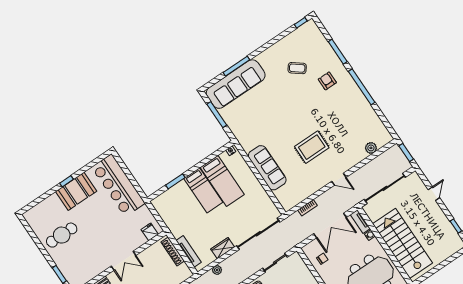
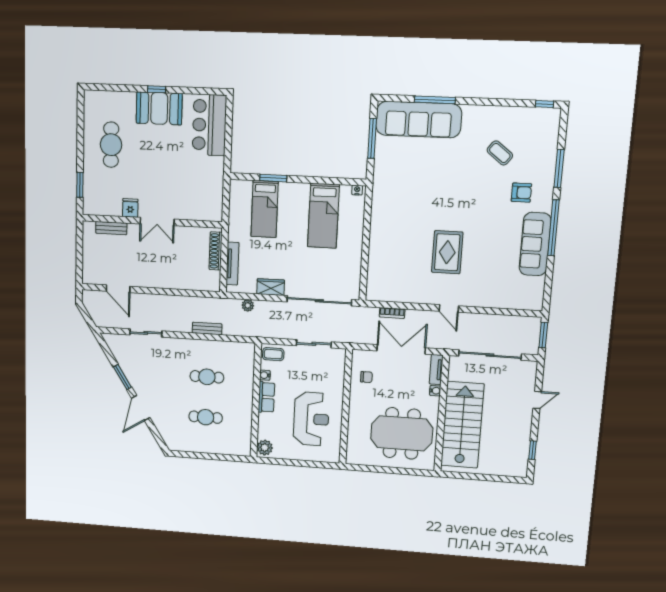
armchair: (327, 81) -> (521, 193), turned 90
rug: (312, 147) -> (447, 252), turned 90
plant: (371, 148) -> (510, 301), removed
sofa: (267, 168) -> (535, 244), moved, turned 180
bar counter: (118, 185) -> (209, 125), width x0.73
bed: (203, 190) -> (265, 209), moved
double door: (330, 226) -> (401, 349), swing flipped
fridge: (150, 232) -> (130, 208), moved
cafe table: (62, 235) -> (111, 145), turned 90

